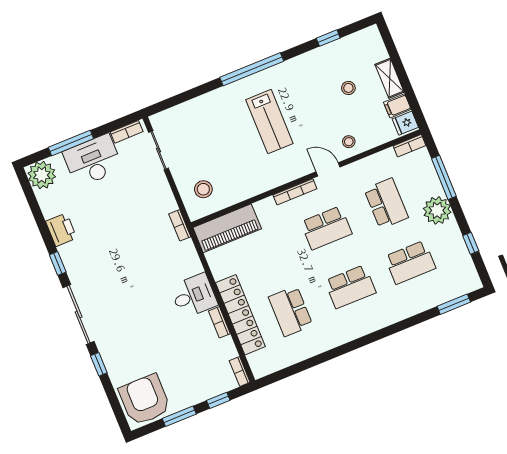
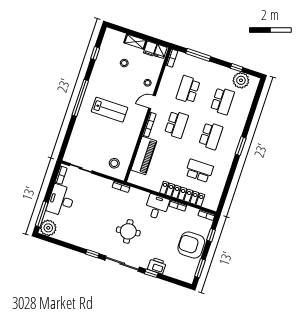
window: (71, 143) -> (42, 214), moved
school desk: (386, 203) -> (188, 90), turned -90
plant: (437, 210) -> (241, 80), moved
piano: (227, 228) -> (144, 156), moved
printer: (61, 230) -> (157, 266), moved
round table: (129, 286) -> (128, 231), added
window: (454, 304) -> (241, 146), moved
school desk: (291, 311) -> (199, 171), turned 180
armchair: (145, 400) -> (191, 245), moved
window: (179, 416) -> (200, 268), moved

